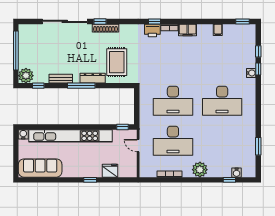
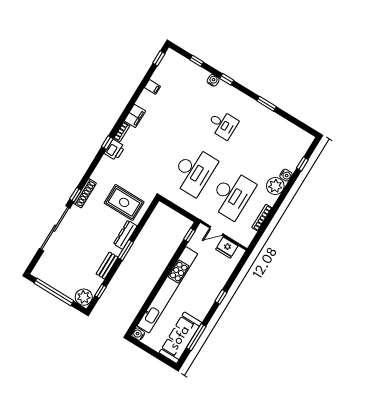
window: (258, 69) -> (227, 79), moved
window: (81, 86) -> (126, 250), width x0.69
desk: (222, 101) -> (223, 124), width x0.53, depth x0.77
window: (258, 146) -> (266, 104), moved
fridge: (110, 171) -> (227, 248), moved, turned -90
water cooler: (237, 173) -> (286, 175), moved
window: (48, 180) -> (196, 337), added

